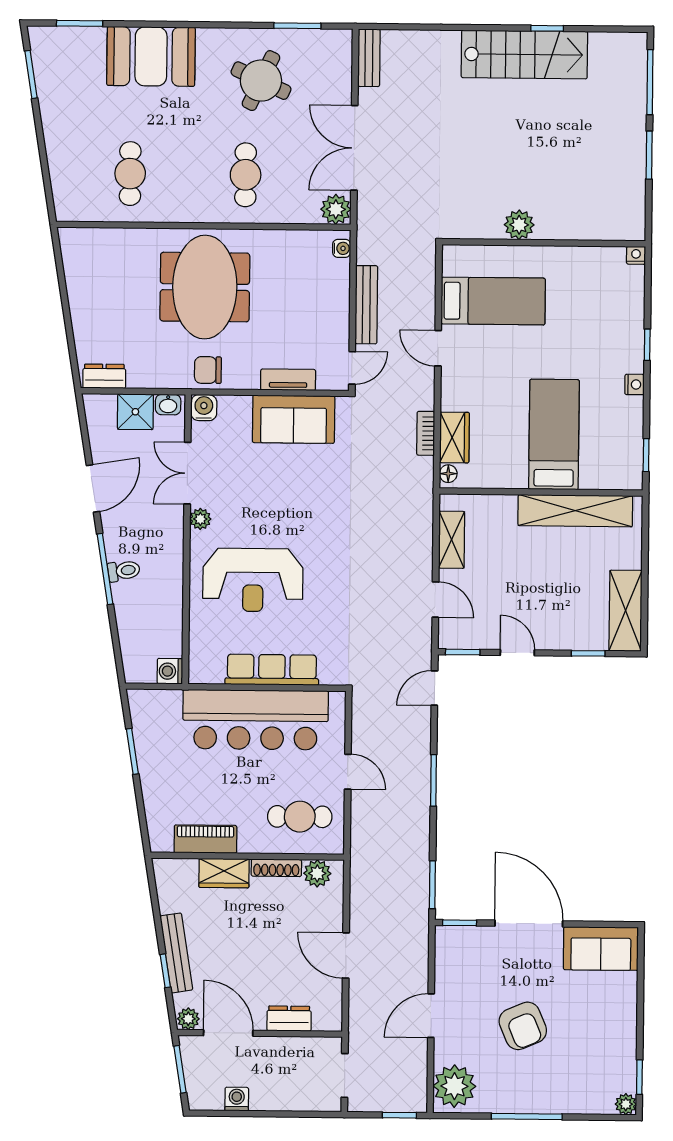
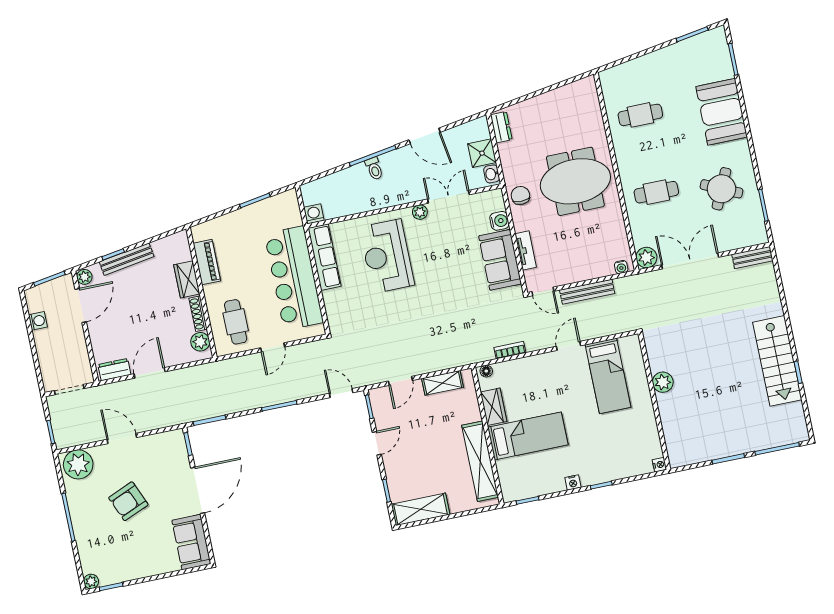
water cooler: (204, 408) -> (499, 221), moved
wardrobe: (454, 437) -> (494, 407), moved, turned -90
row of seats: (272, 670) -> (324, 257), moved
dresser: (289, 1018) -> (114, 370), moved, turned -90

